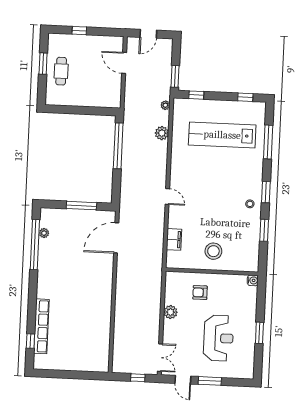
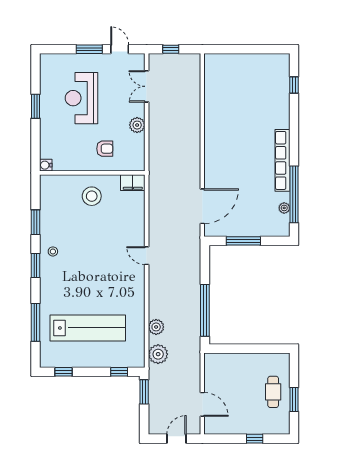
plant: (165, 105) -> (158, 354), width x1.88, depth x1.88
filing cabinet: (174, 239) -> (133, 183), moved, turned -90
row of seats: (41, 326) -> (282, 160), moved
double door: (160, 358) -> (147, 86), moved

